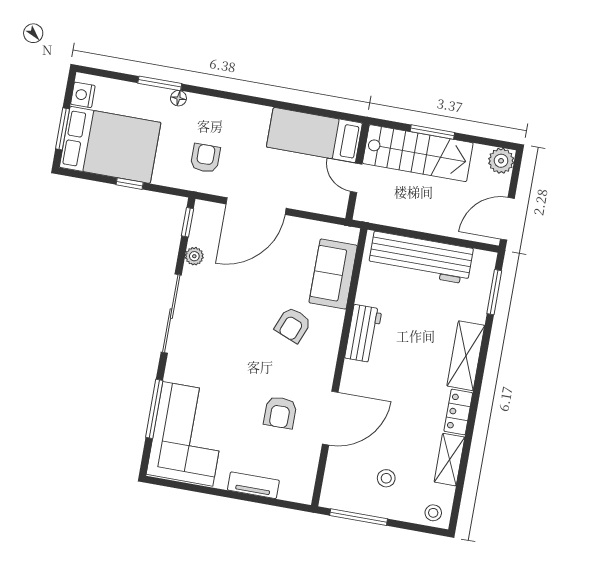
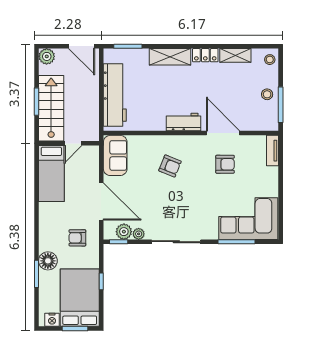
floor lamp: (178, 98) -> (48, 261), width x1.89, depth x1.89
plant: (202, 233) -> (124, 232), added
sofa: (333, 274) -> (115, 155), moved, turned -90
workbench: (363, 334) -> (184, 122), moved
stool: (386, 478) -> (267, 94), moved
tv unit: (253, 485) -> (272, 151), moved

